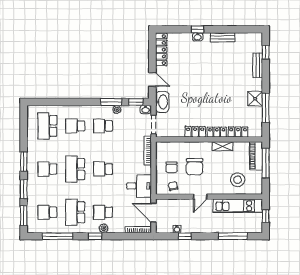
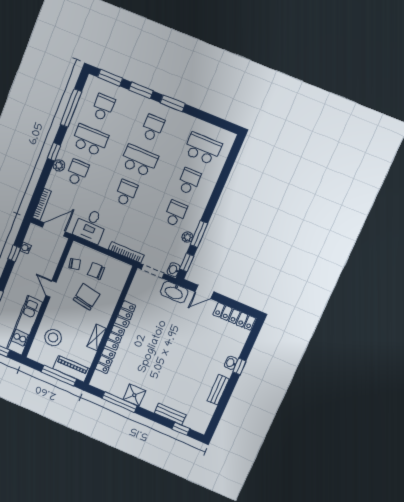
chair: (195, 167) -> (86, 297), turned 100

